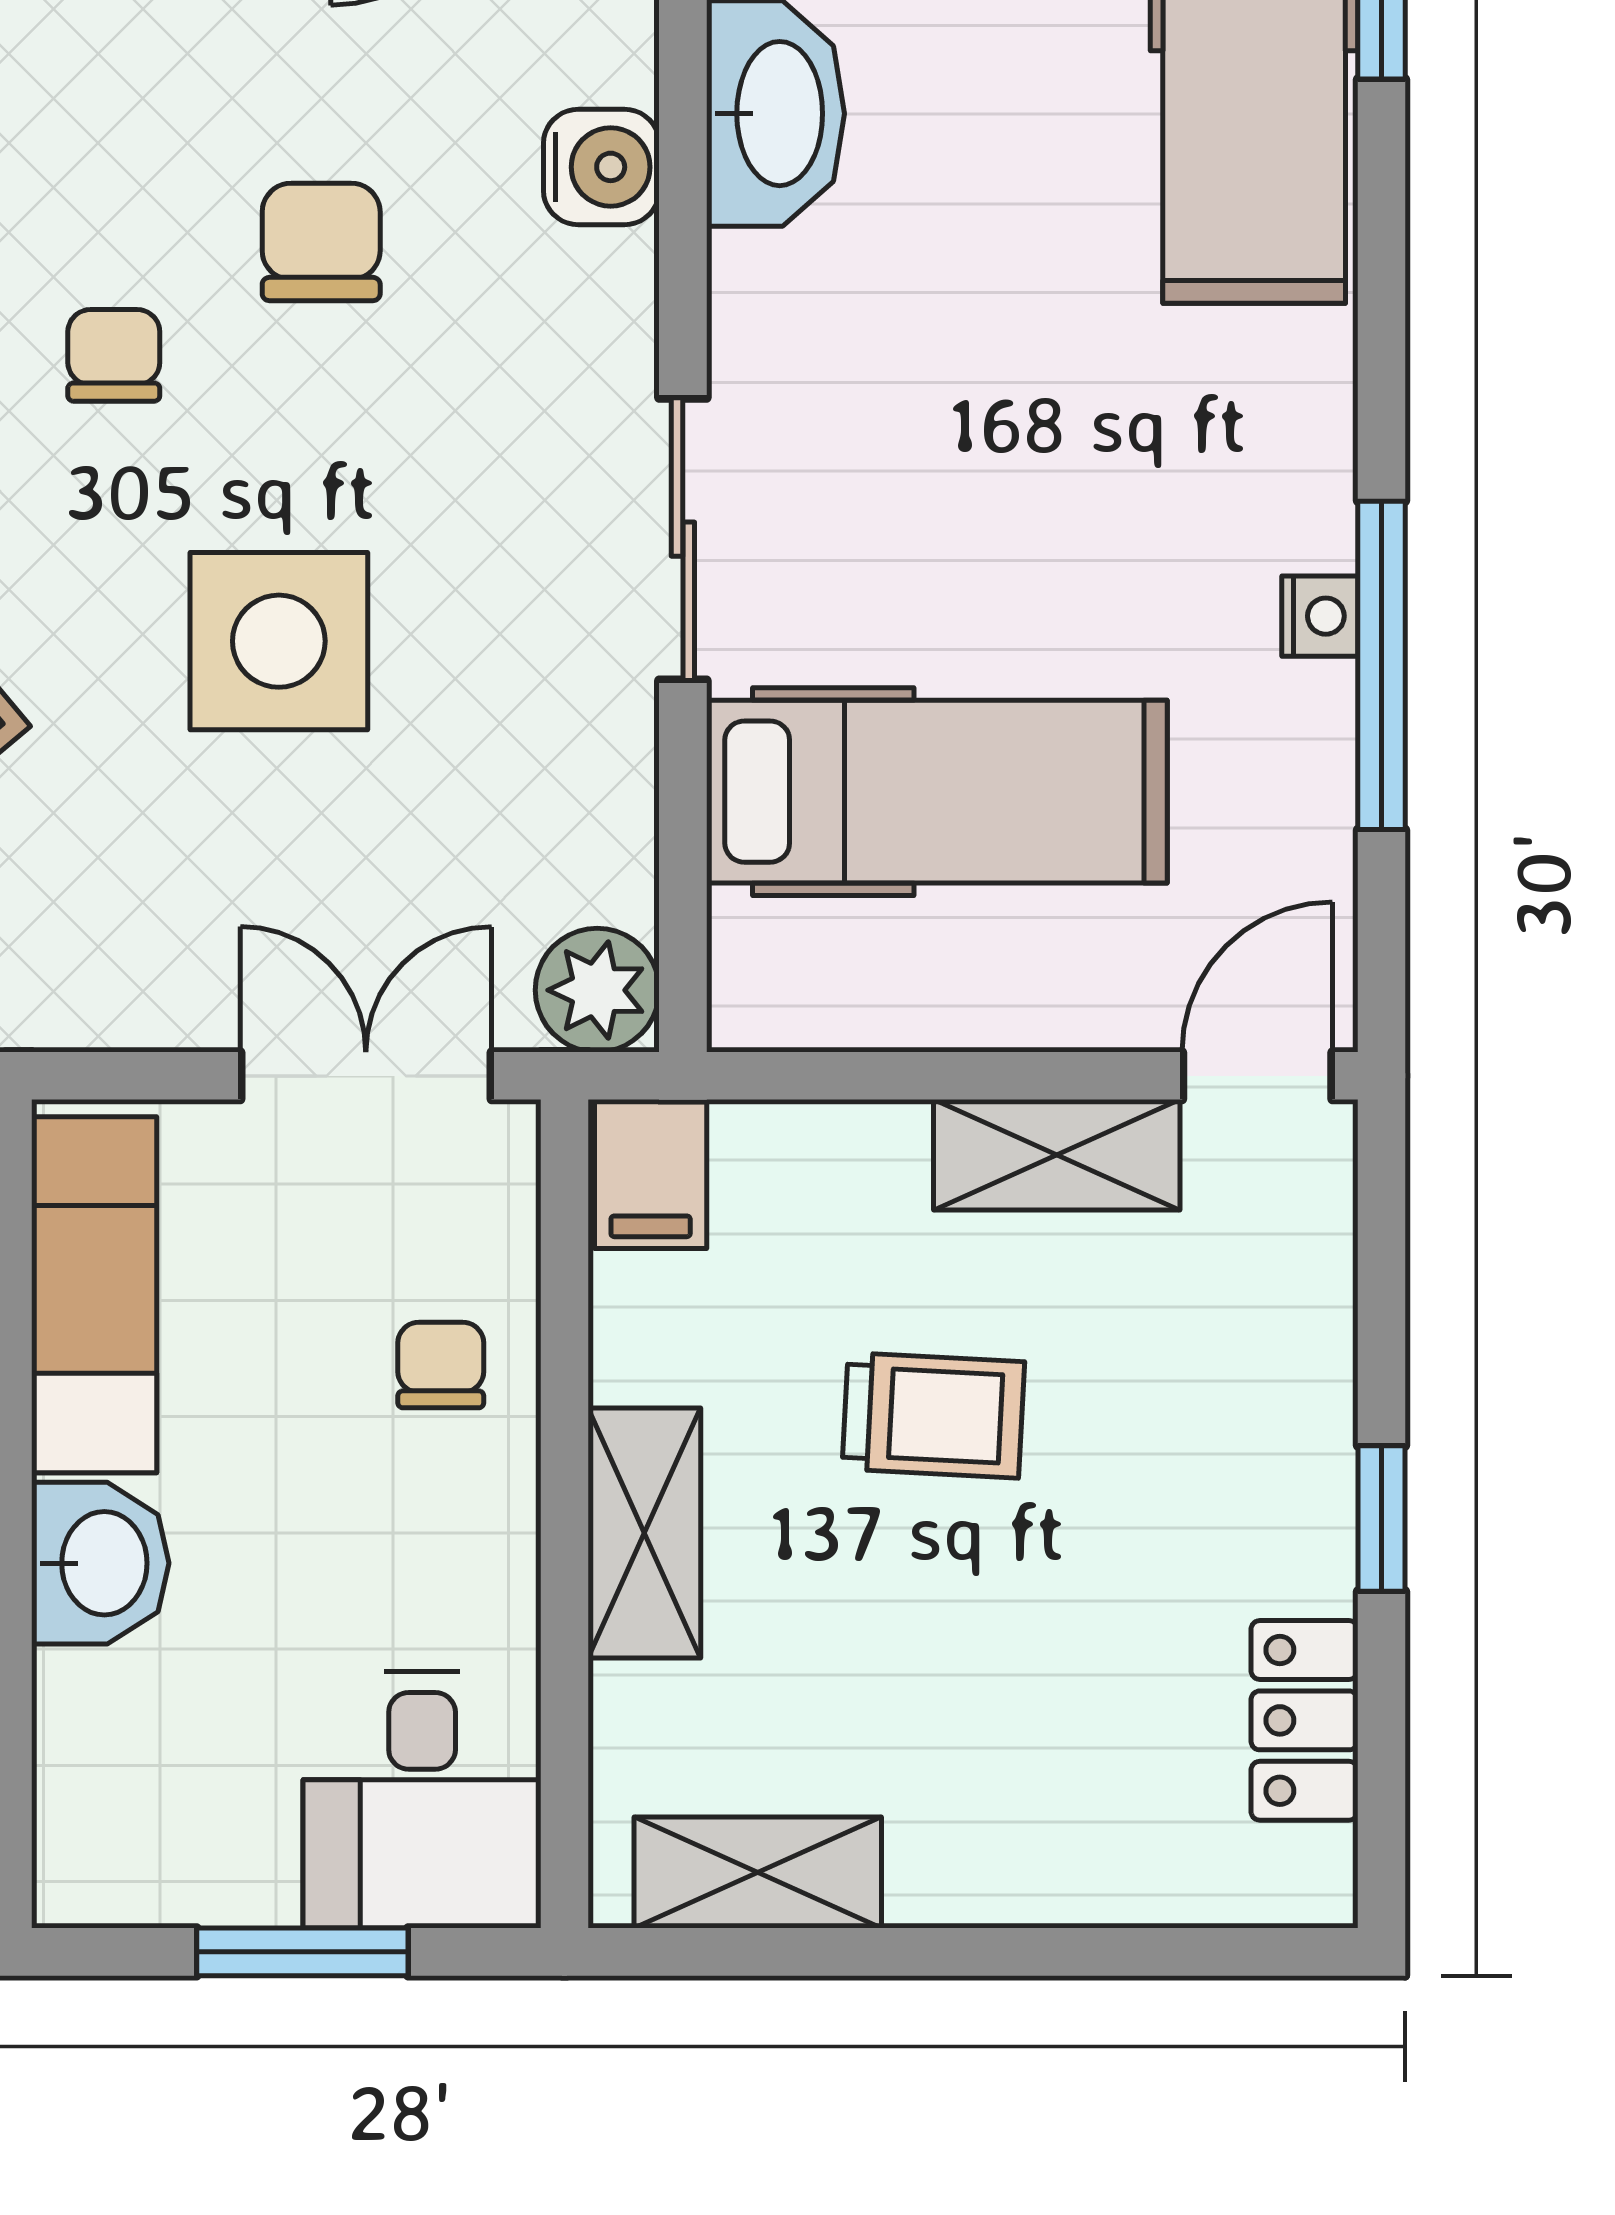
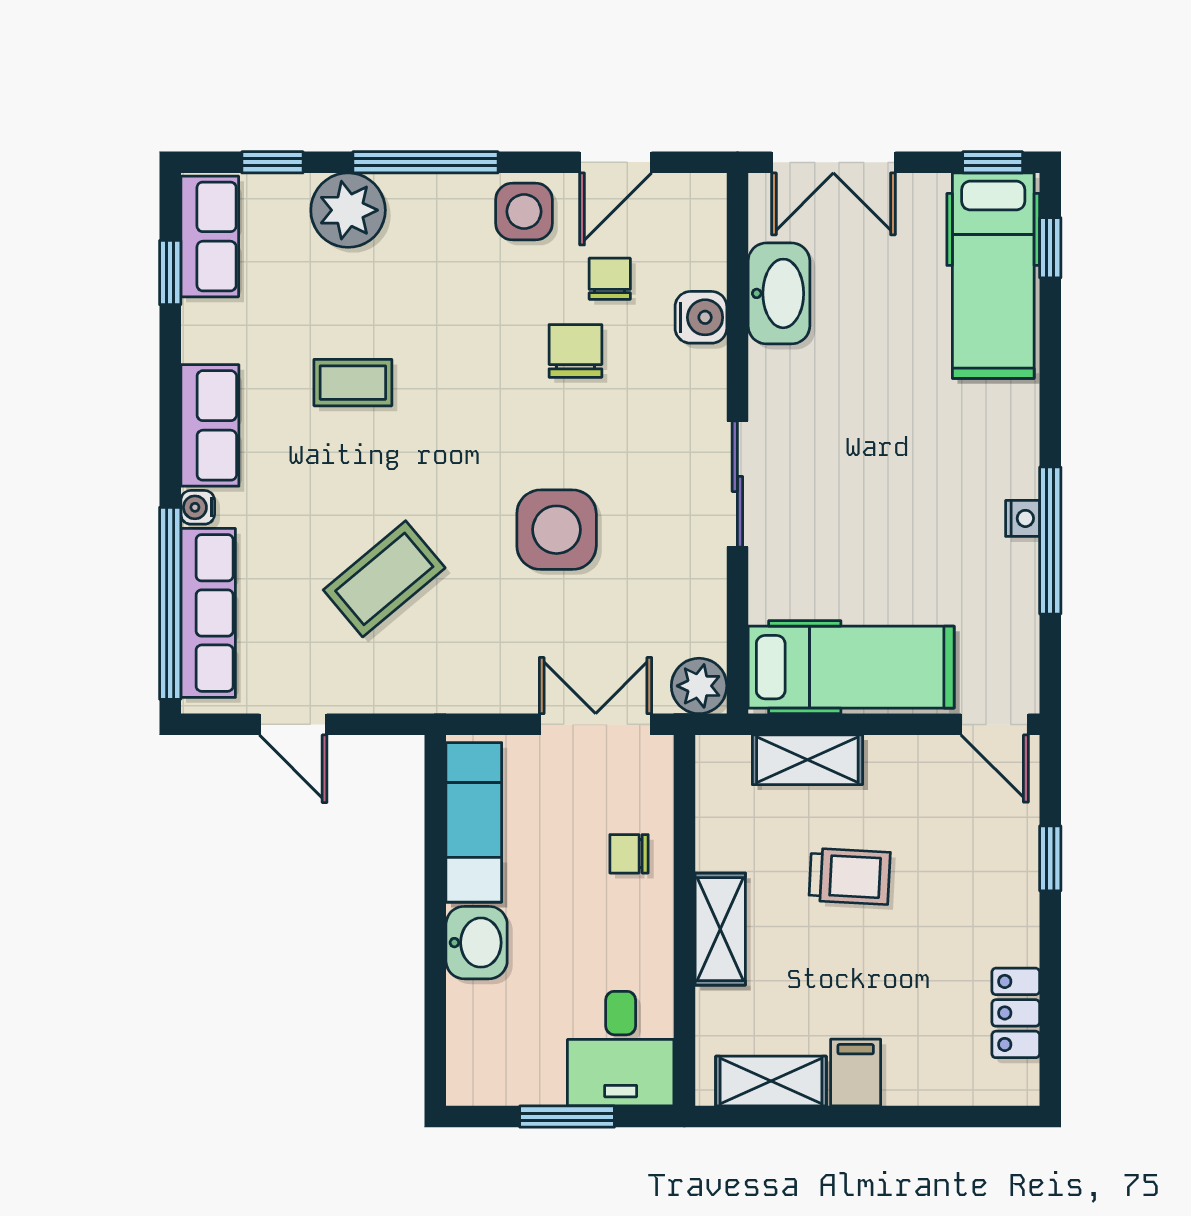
chair: (114, 355) -> (610, 279), moved
hospital bed: (937, 792) -> (851, 667), moved
door: (1257, 1076) -> (995, 724), swing flipped
shelving: (1057, 1155) -> (807, 760), moved
filing cabinet: (651, 1174) -> (856, 1073), moved, turned 180
chair: (441, 1365) -> (629, 854), turned -90
window: (1381, 1519) -> (1050, 858), moved

